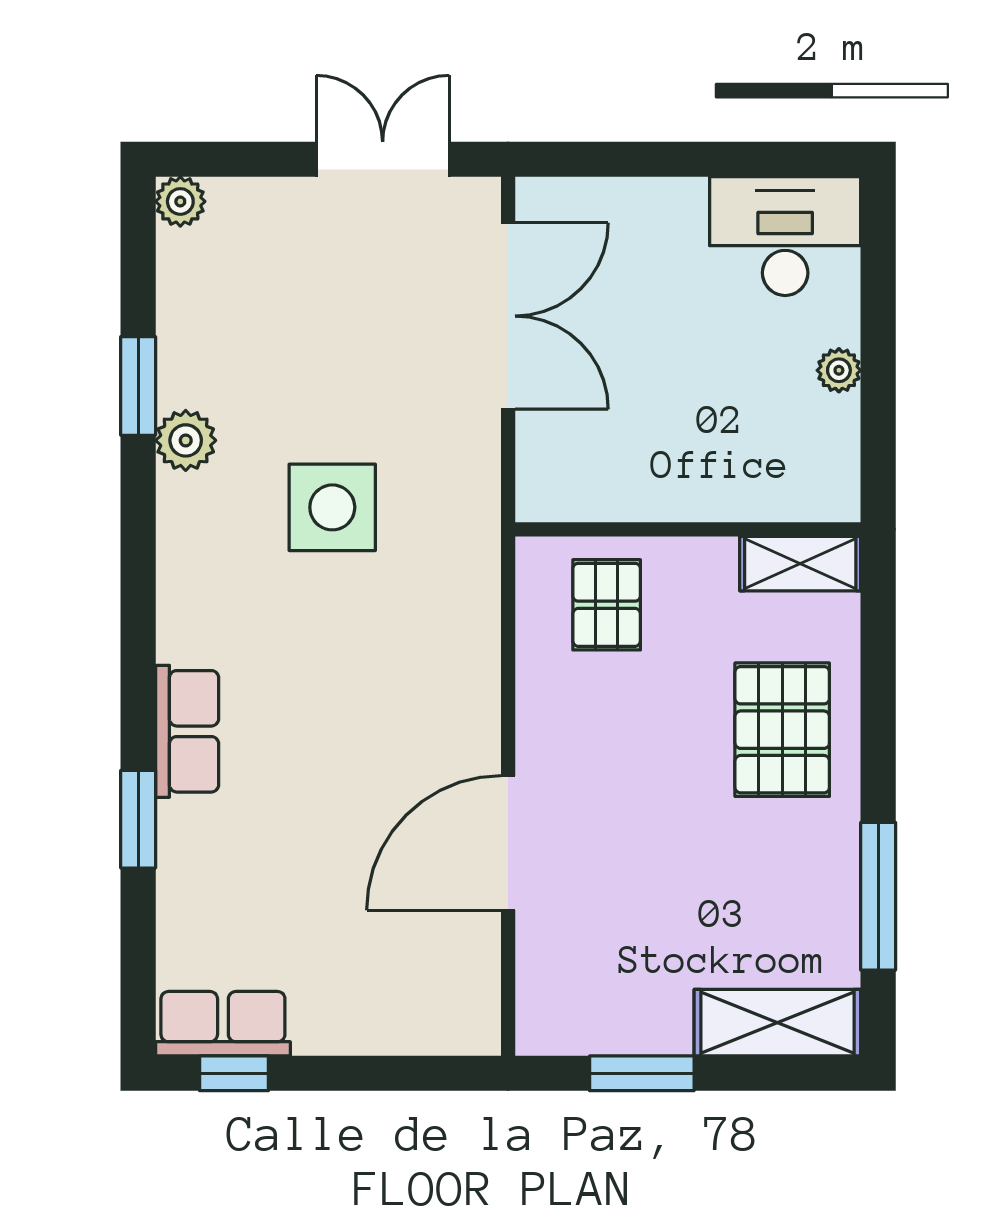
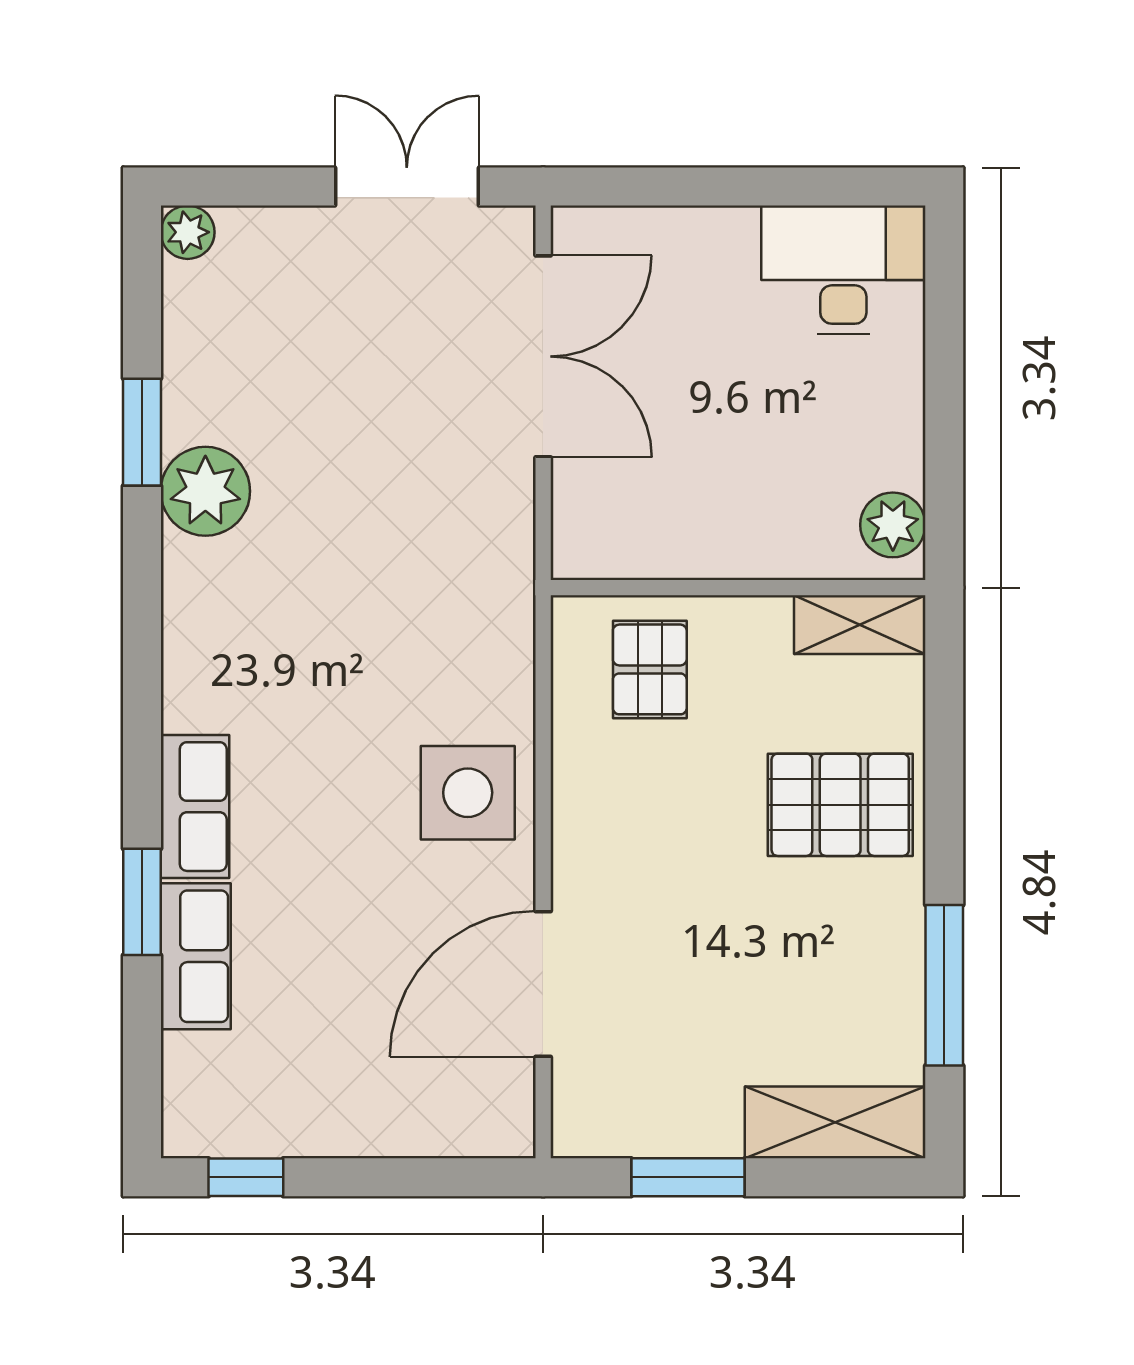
plant: (839, 370) -> (893, 525), moved, width x1.38, depth x1.38
plant: (186, 440) -> (205, 491), width x1.36, depth x1.36
side table: (332, 507) -> (468, 793), moved
pallet: (782, 730) -> (840, 805), turned 90
door: (508, 843) -> (543, 984), moved
row of seats: (223, 1024) -> (196, 956), moved, turned 90

